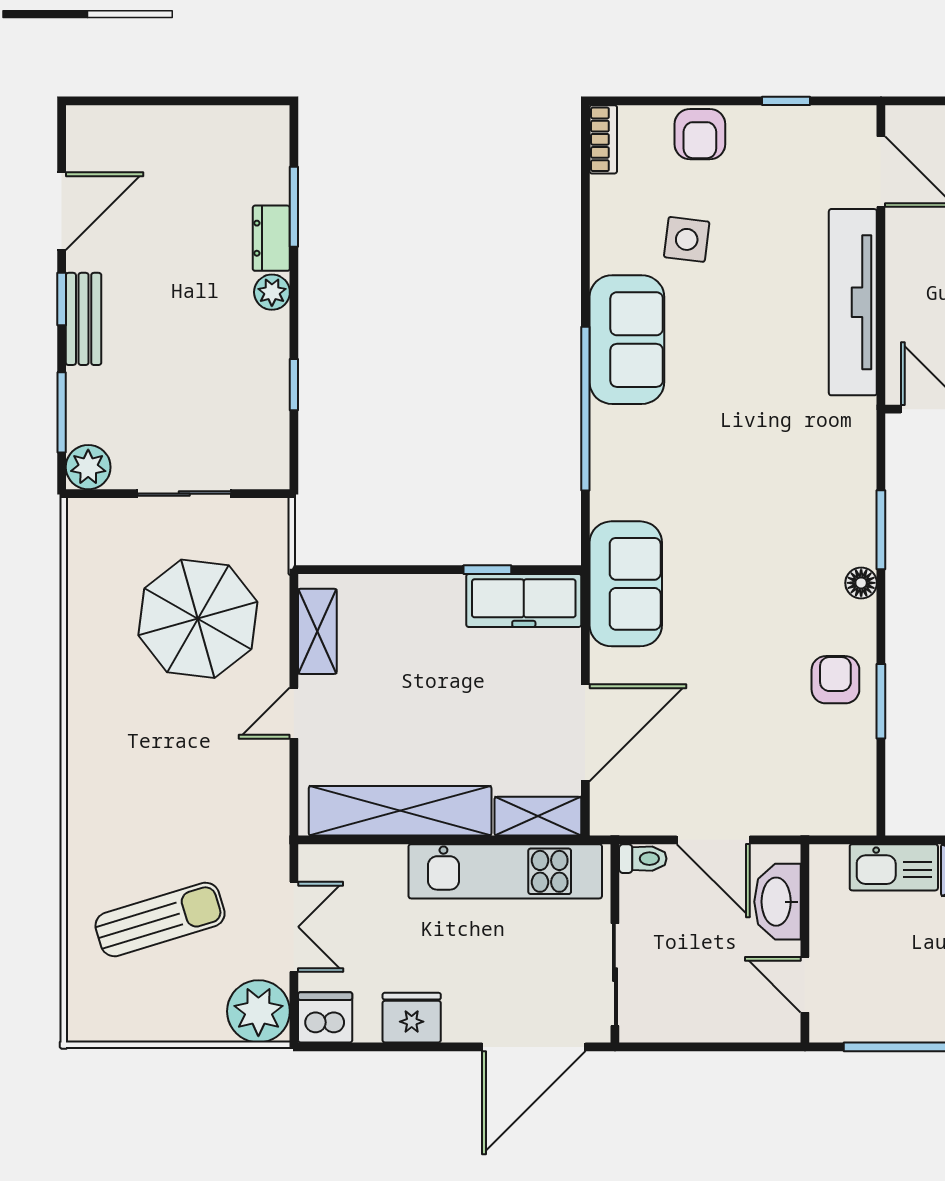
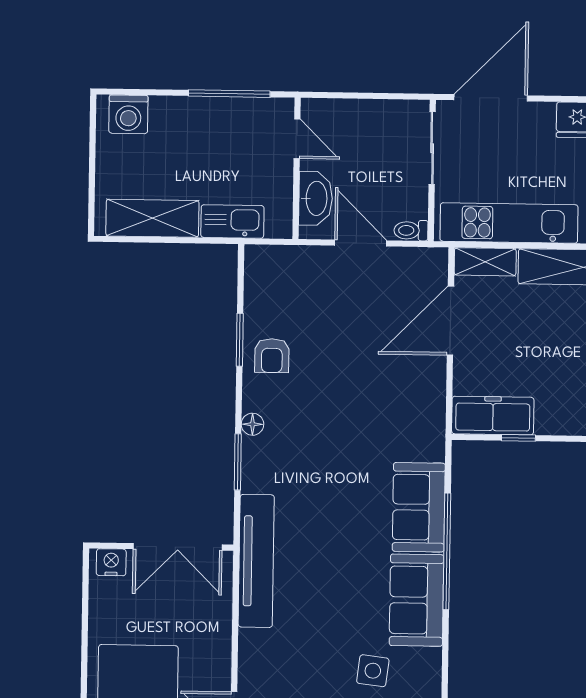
tv unit: (853, 302) -> (256, 561), moved
sofa: (626, 584) -> (419, 507), moved

